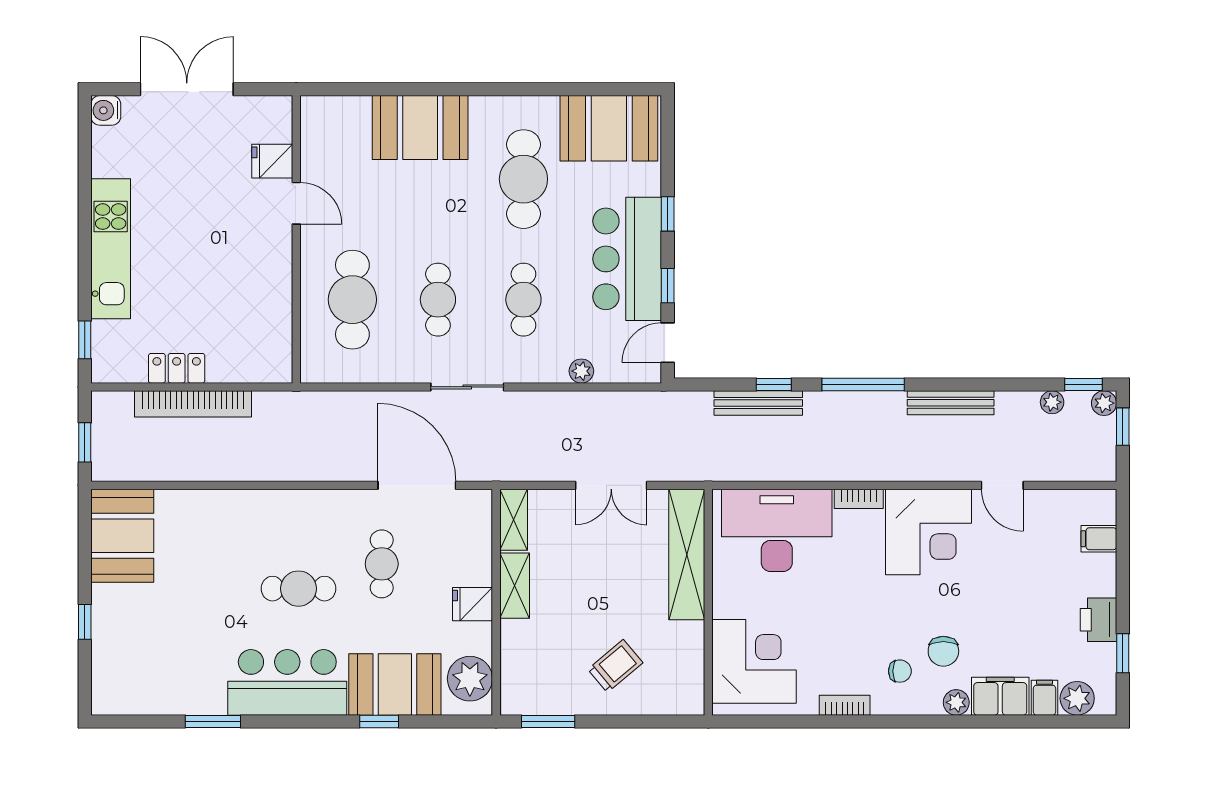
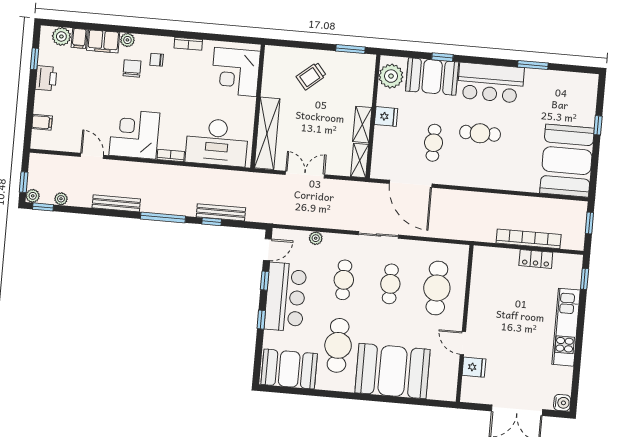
booth: (420, 128) -> (393, 371), width x1.36, depth x1.42
booth: (122, 536) -> (567, 161), width x1.36, depth x1.42

